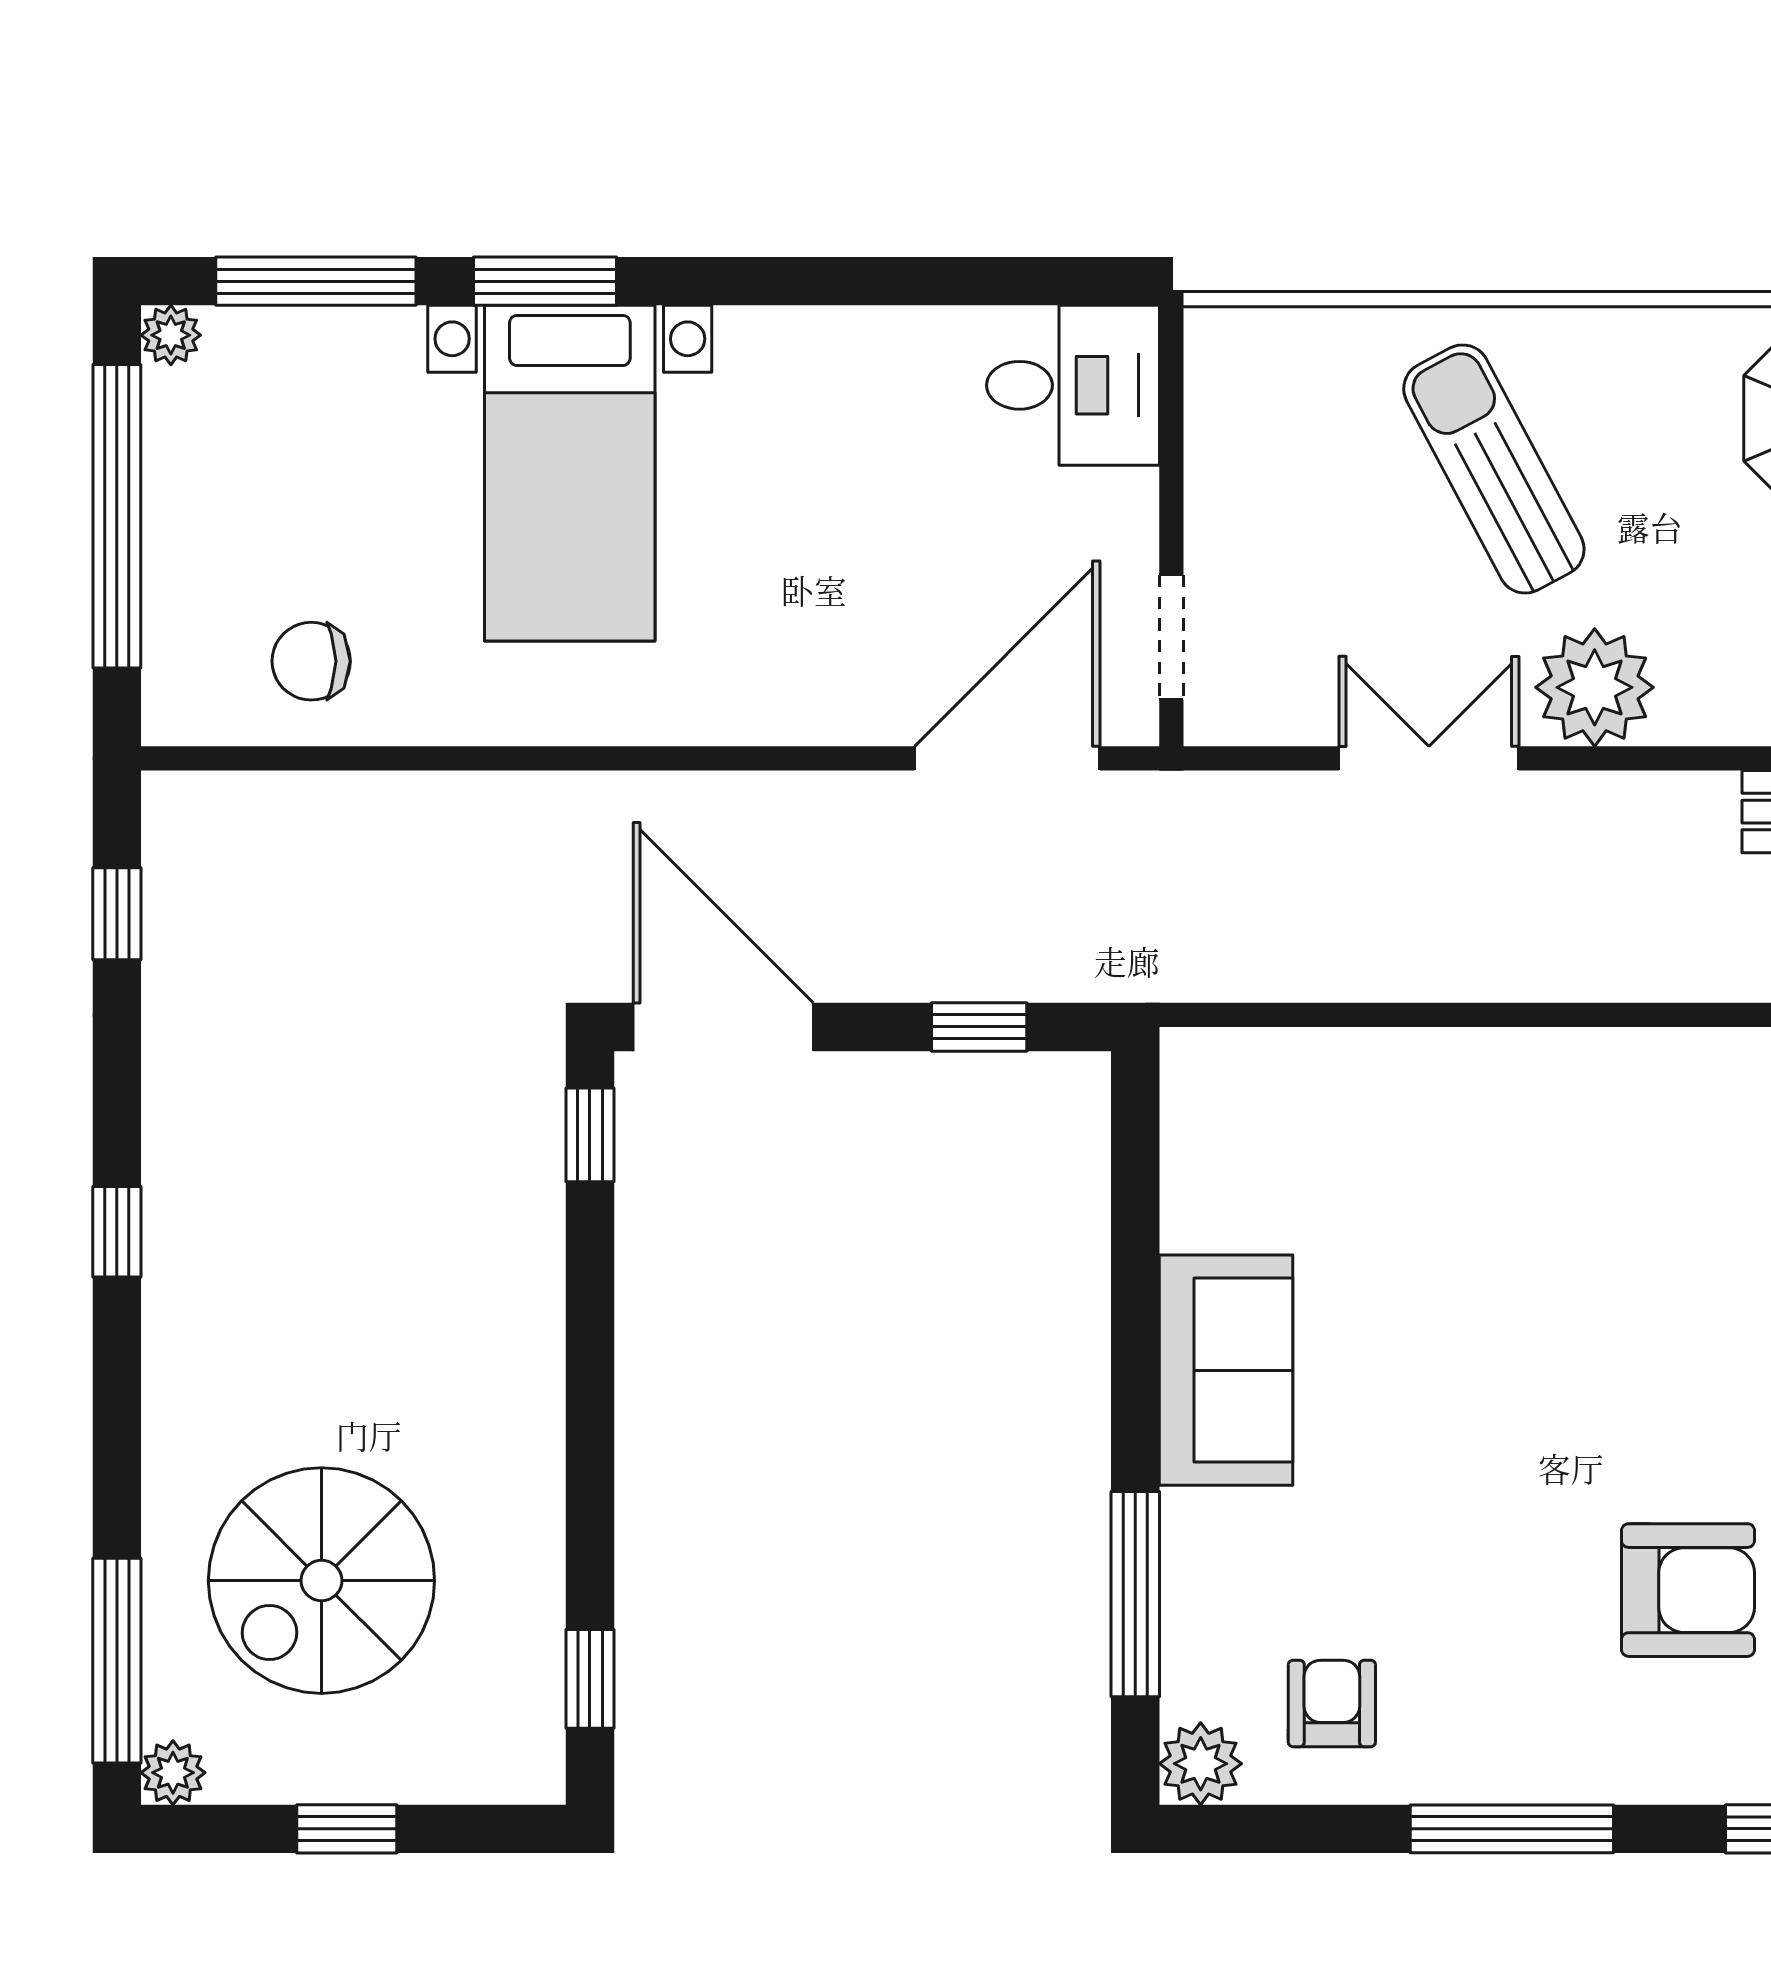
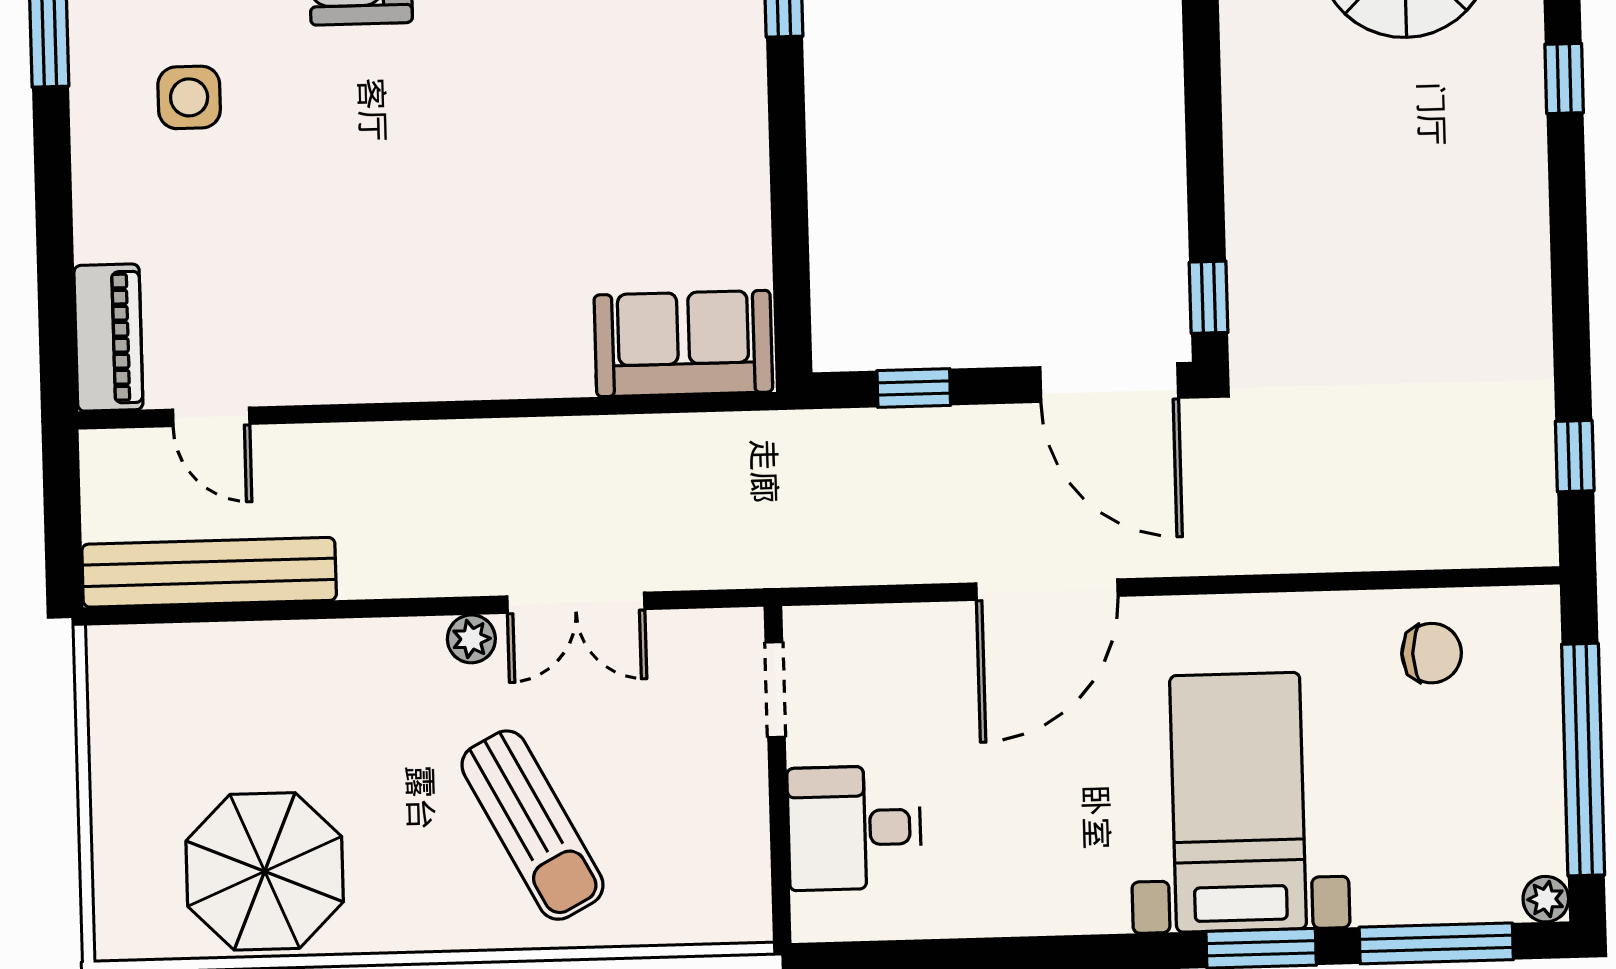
desk: (1073, 385) -> (854, 828), moved
plant: (1595, 687) -> (471, 639), width x0.53, depth x0.53
door: (1007, 758) -> (1047, 590), moved
window: (117, 1232) -> (1564, 78), moved
sofa: (1226, 1370) -> (683, 344), moved, turned 90

